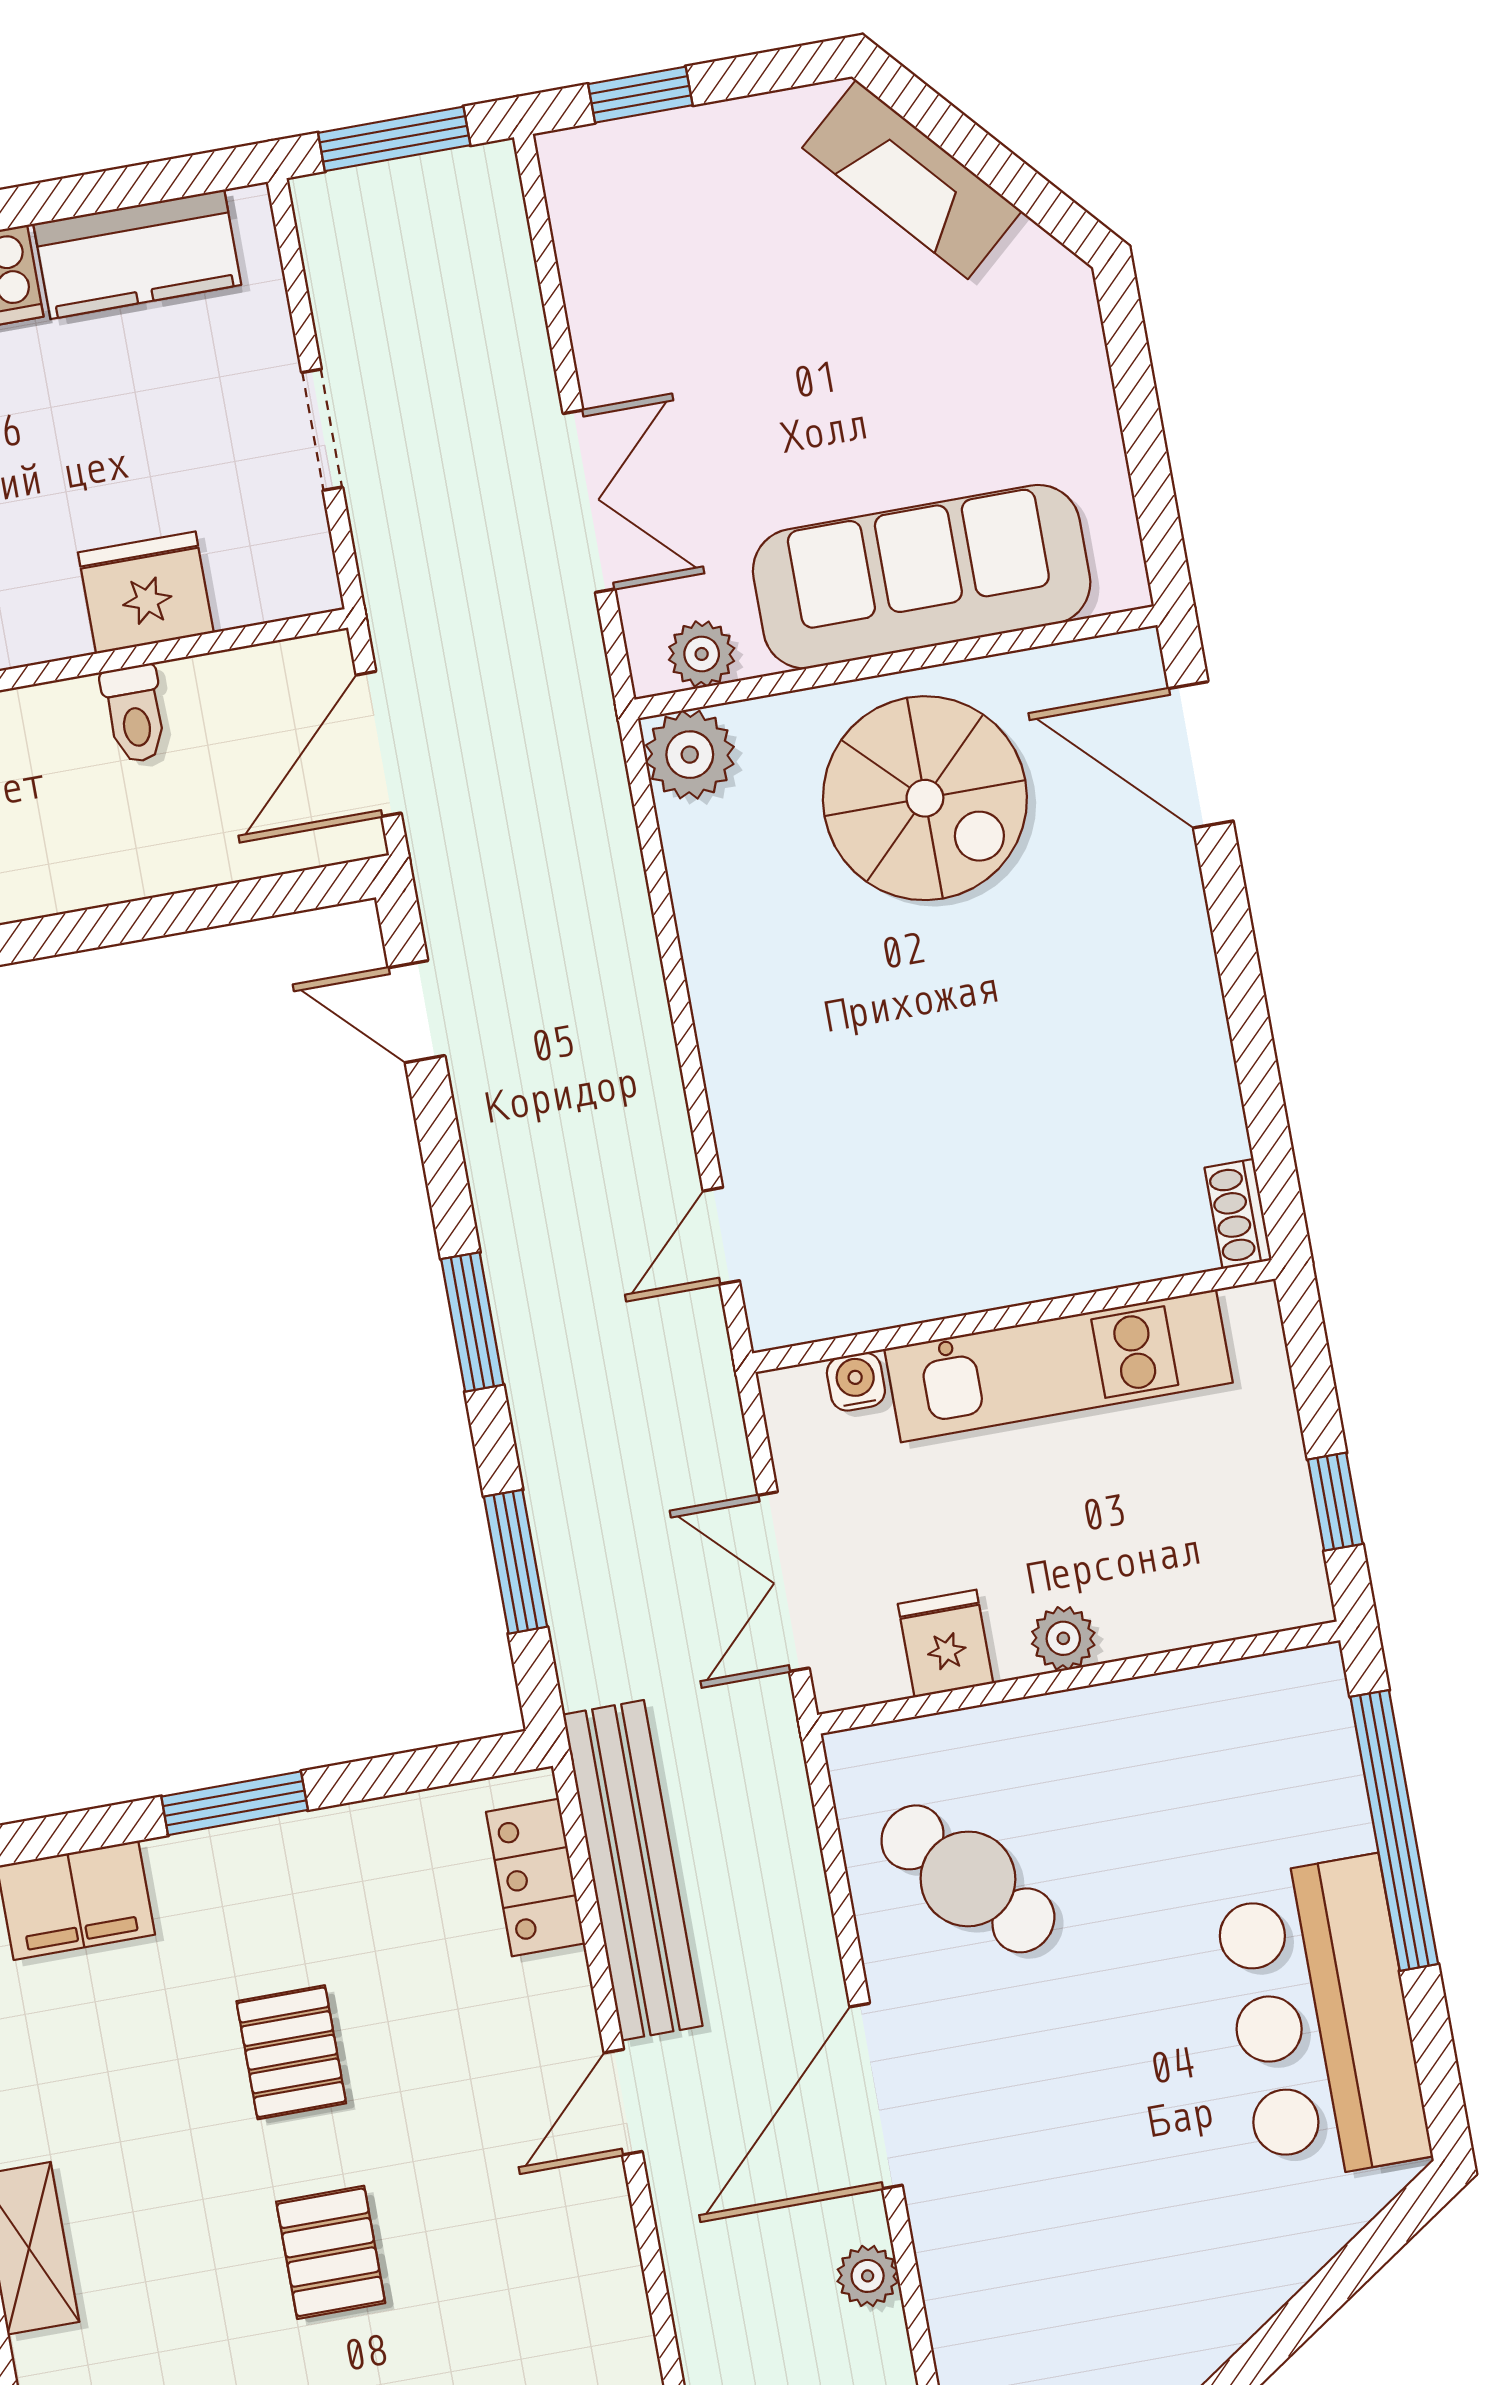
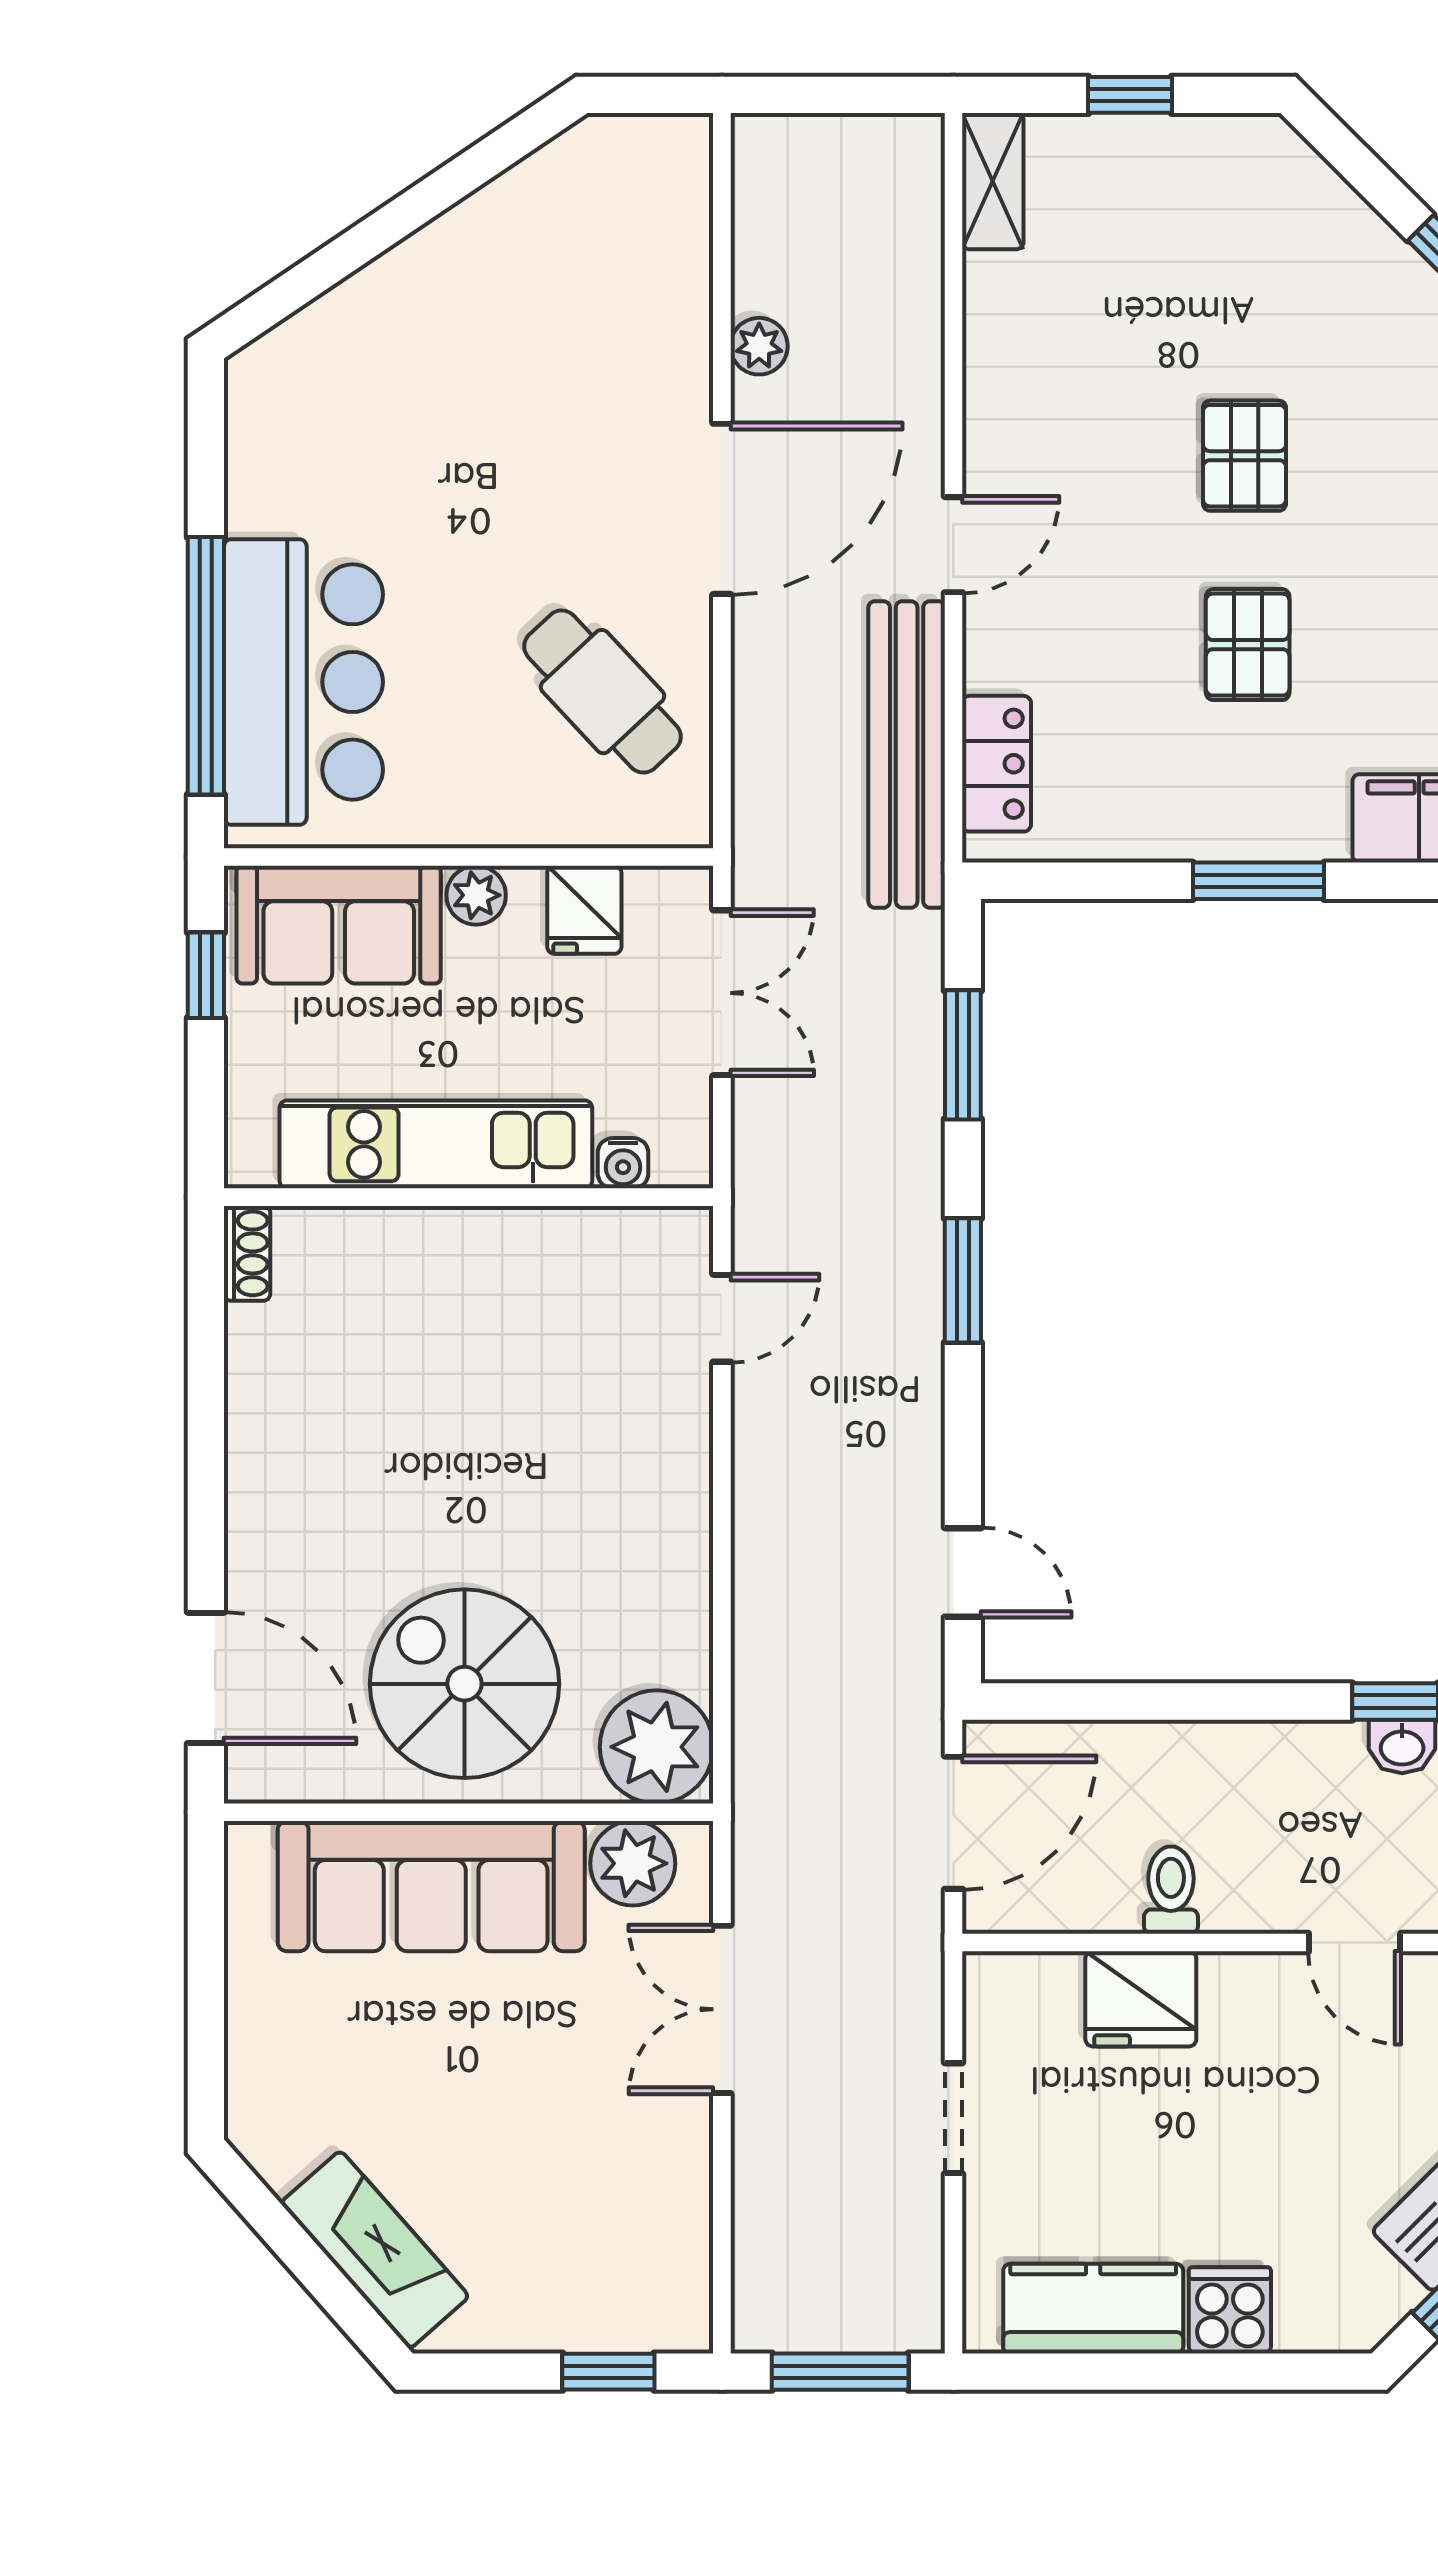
plant: (702, 654) -> (633, 1863), width x1.38, depth x1.38
plant: (690, 755) -> (657, 1747), width x1.36, depth x1.36
sofa: (1204, 1581) -> (339, 925), added
bar counter: (1321, 2020) -> (303, 682), moved

